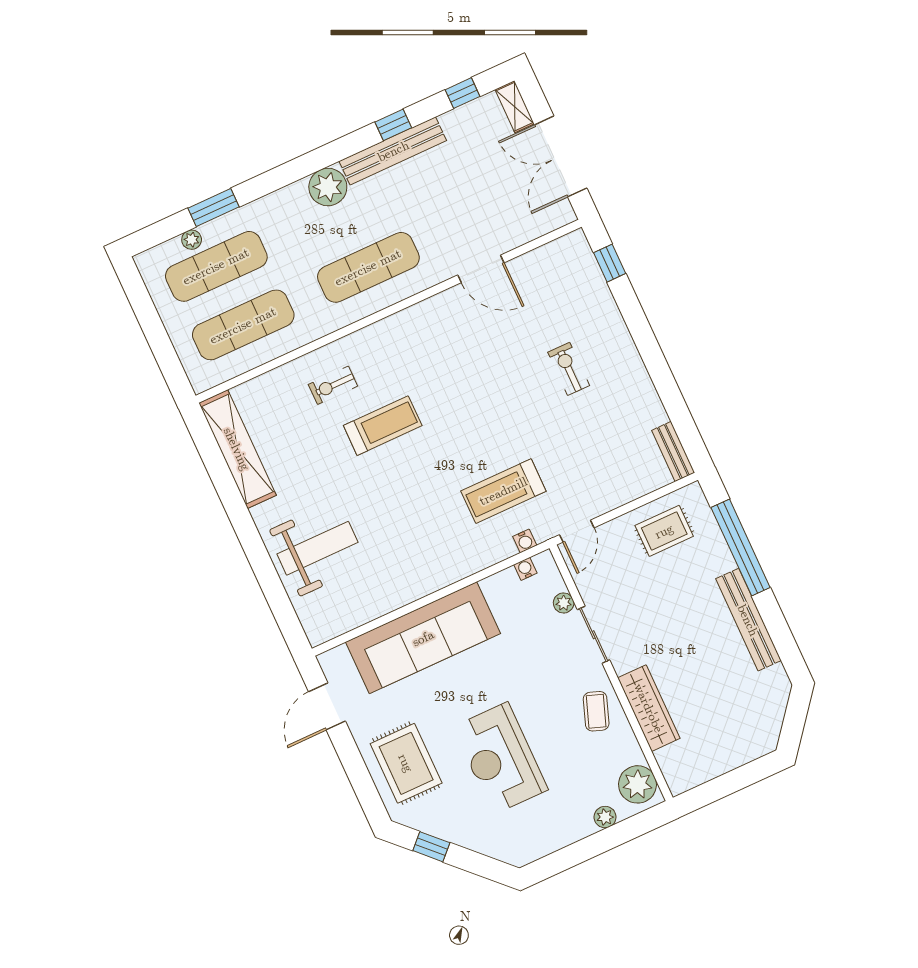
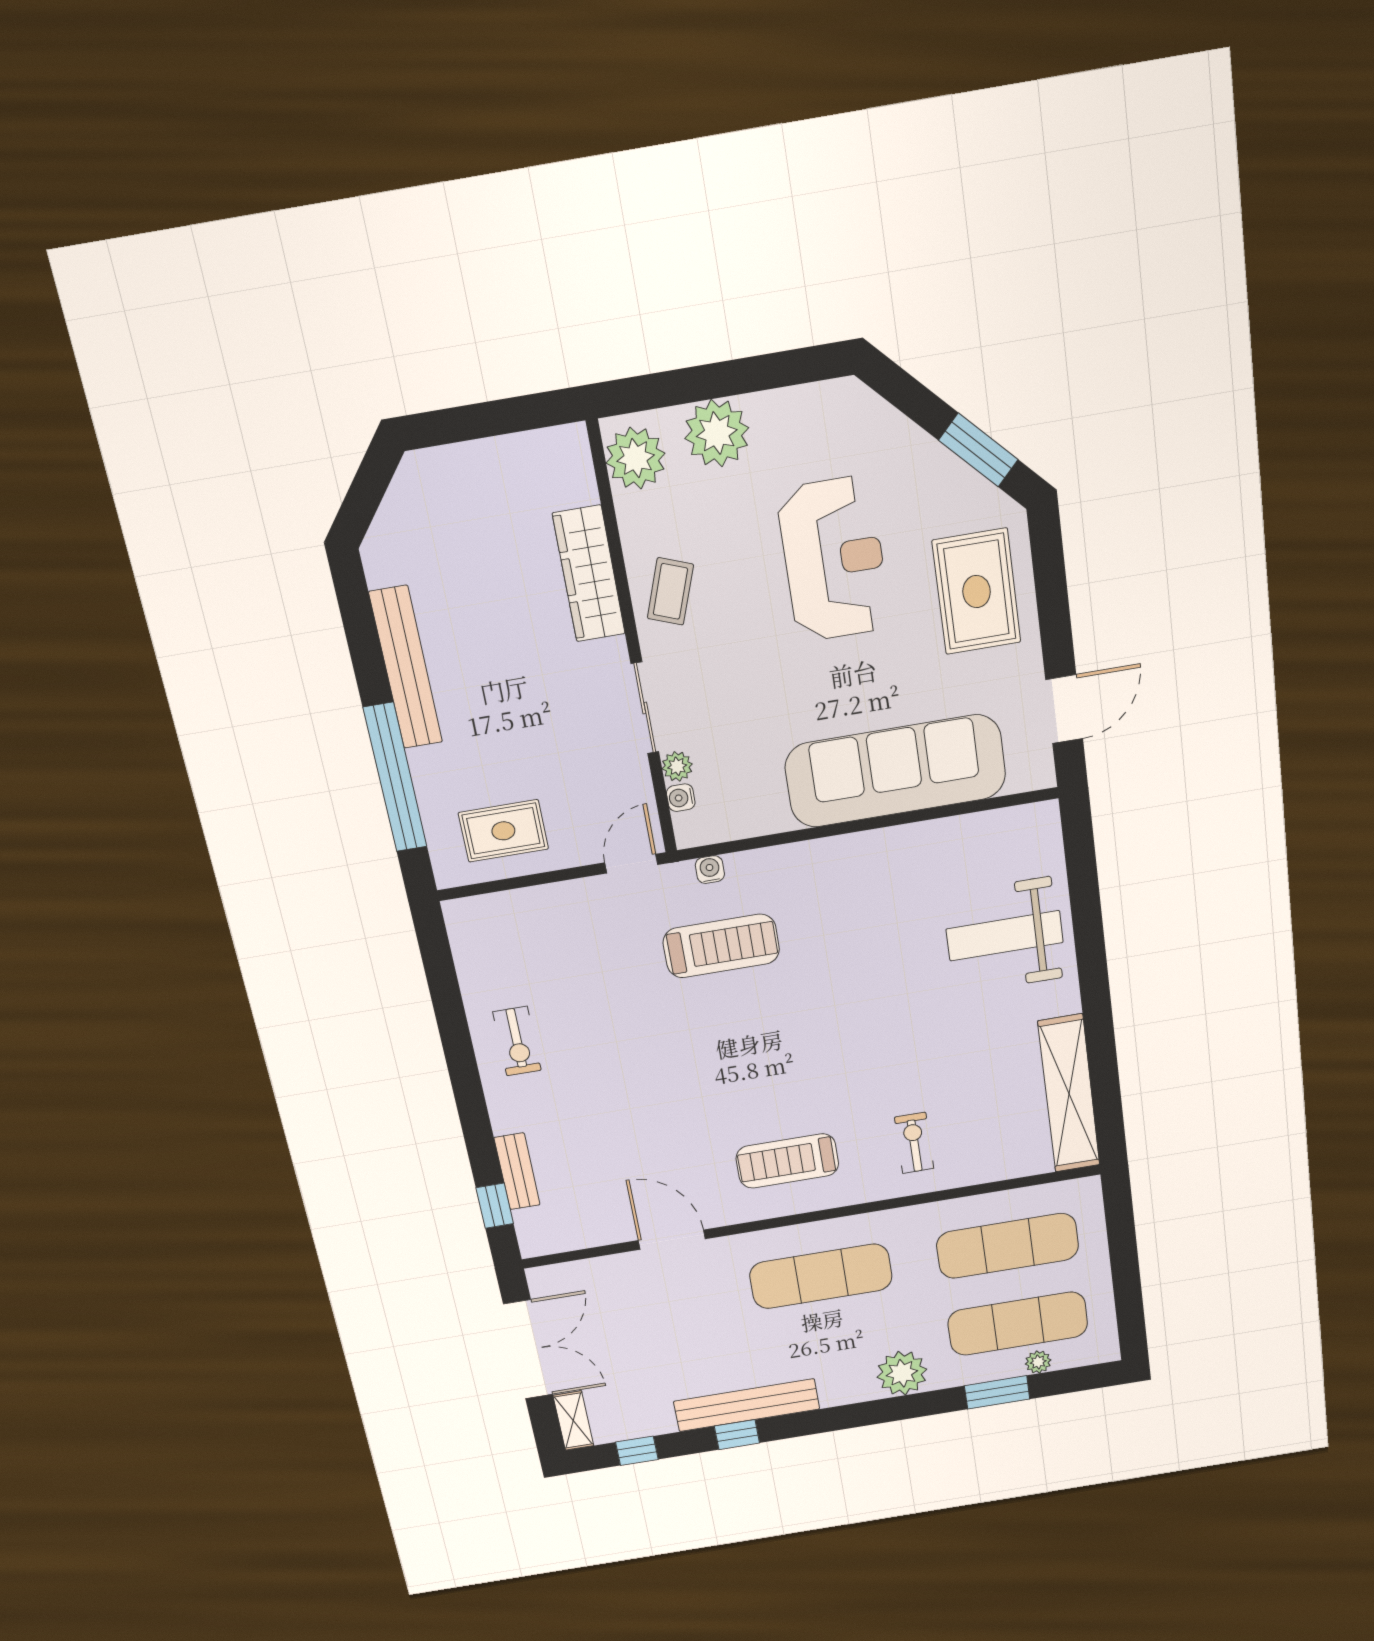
plant: (328, 187) -> (902, 1373), moved
exercise bike: (569, 369) -> (517, 1041), moved
exercise bike: (333, 385) -> (914, 1143), turned -90
treadmill: (383, 426) -> (787, 1161), moved
bench: (673, 451) -> (517, 1171), moved
water cooler: (525, 569) -> (681, 798), moved, turned 90
plant: (605, 817) -> (717, 433), width x1.88, depth x1.88
window: (431, 847) -> (978, 450), width x1.50

